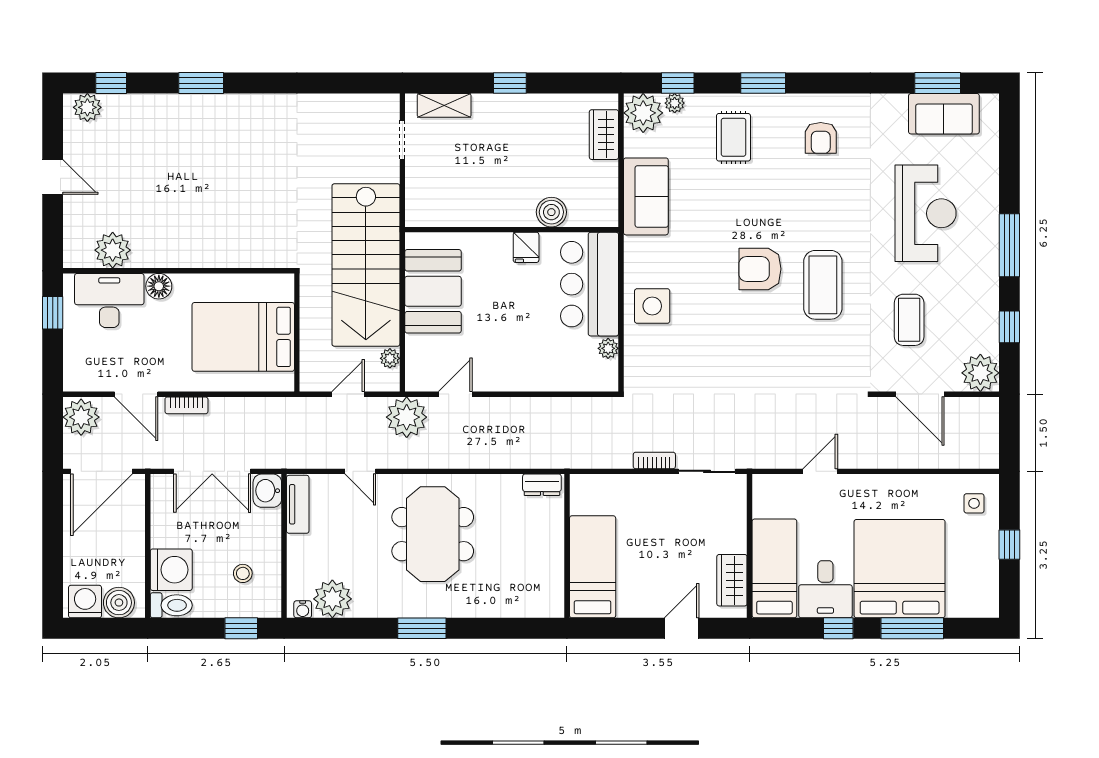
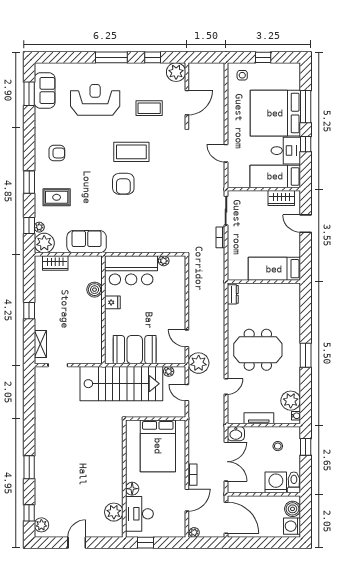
side table: (652, 306) -> (142, 238), removed
plant: (81, 417) -> (194, 532), width x0.53, depth x0.53
tv unit: (298, 504) -> (259, 418), moved

